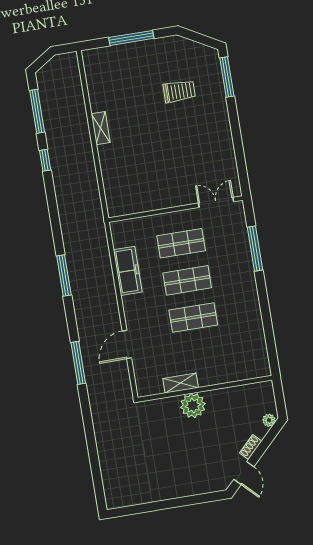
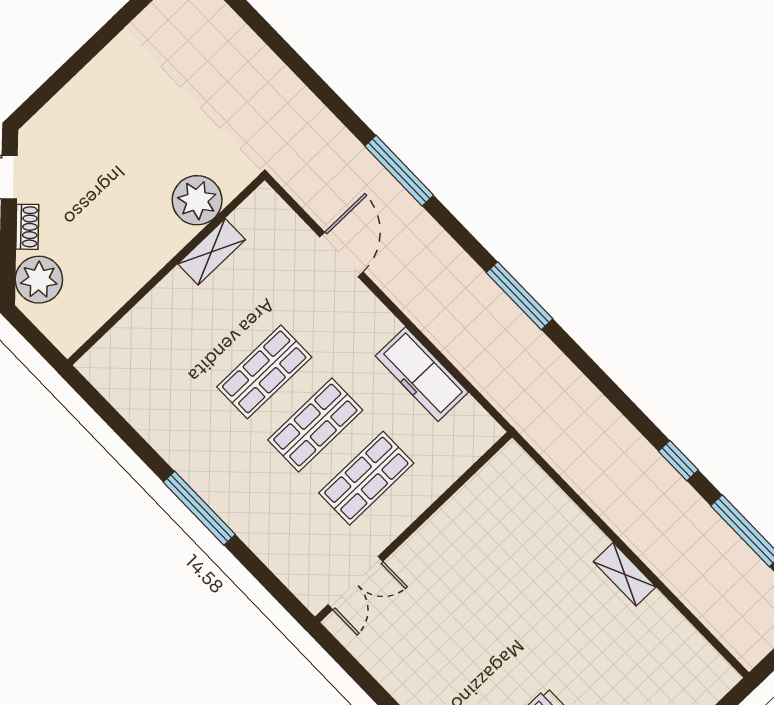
window: (255, 249) -> (199, 508), moved
plant: (193, 405) -> (197, 200), moved
plant: (269, 420) -> (39, 280), width x1.88, depth x1.88

